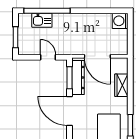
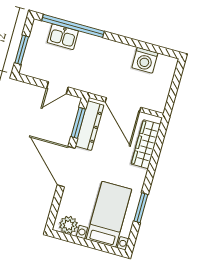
washing machine: (120, 21) -> (145, 60), moved, turned -90
door: (48, 57) -> (57, 88), swing flipped
wardrobe: (121, 85) -> (146, 144), width x1.50

